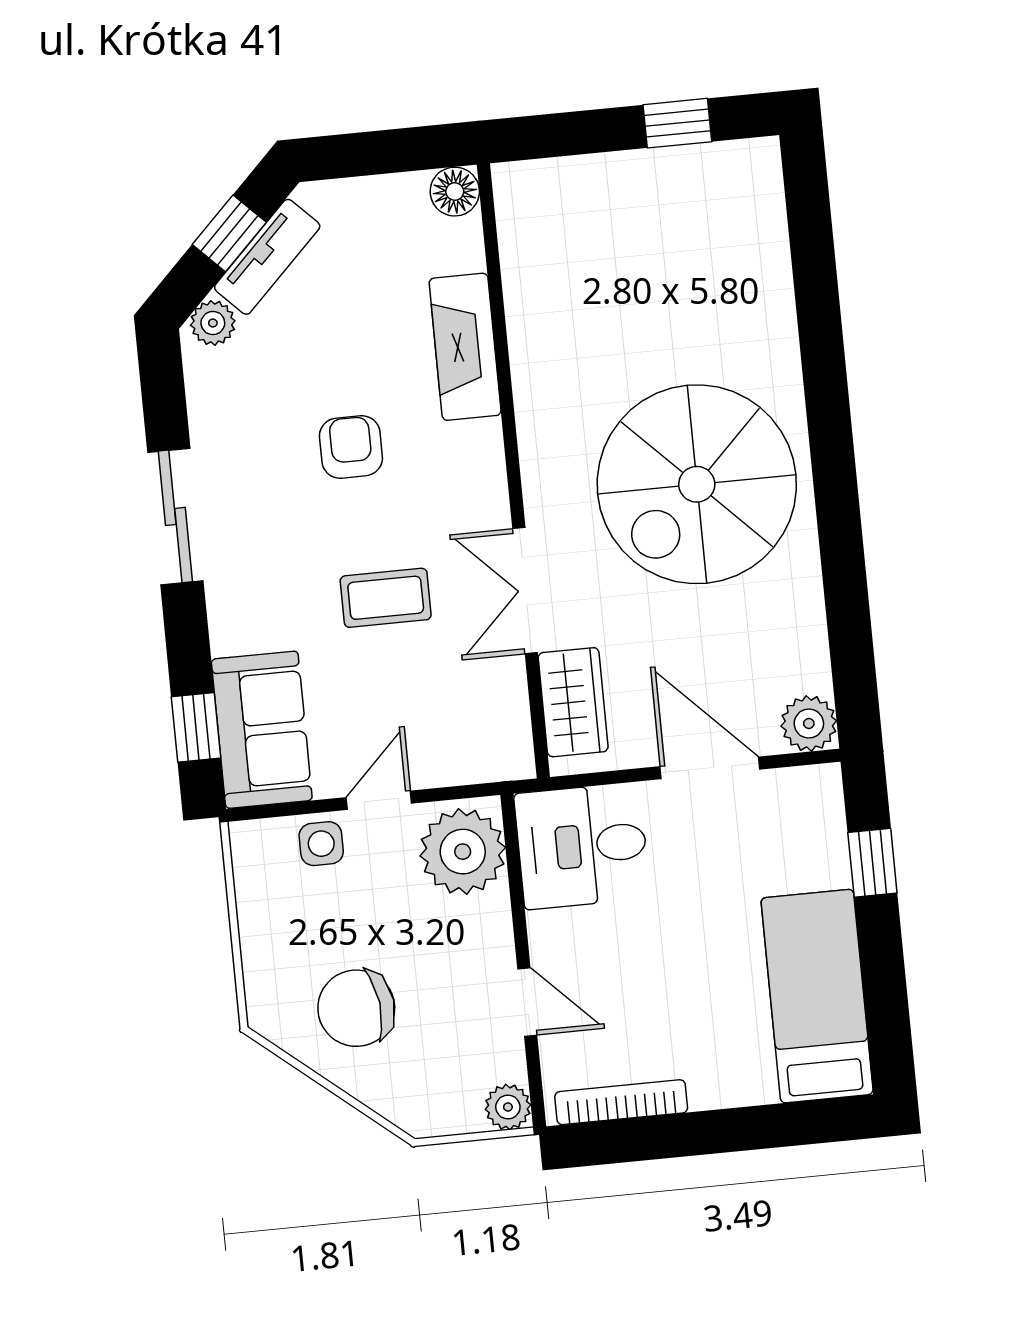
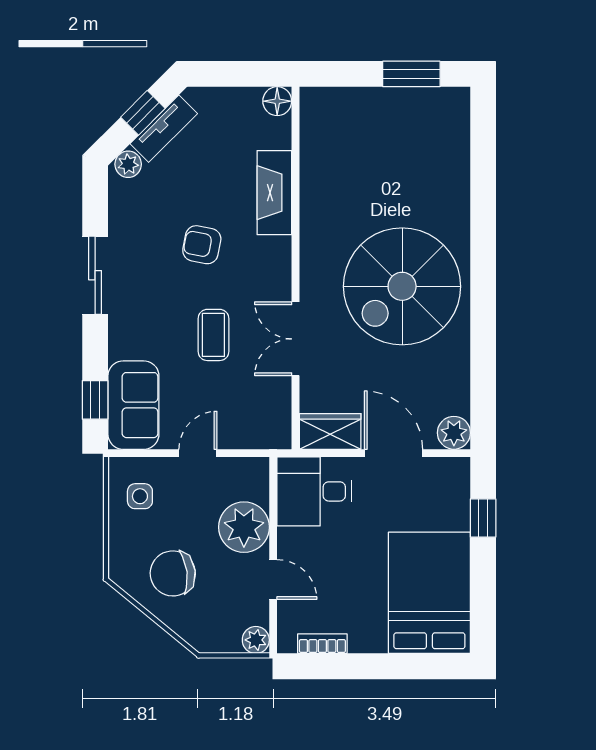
window: (677, 123) -> (411, 74), width x1.50
armchair: (351, 447) -> (202, 245), turned -79
coffee table: (386, 598) -> (213, 335), turned 90
wardrobe: (573, 702) -> (330, 431), moved, turned -90
side table: (321, 844) -> (140, 496), moved
plant: (463, 852) -> (244, 527), moved
bed: (817, 996) -> (429, 593), width x1.50
bookcase: (621, 1102) -> (322, 644), width x0.64

